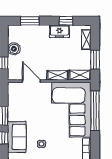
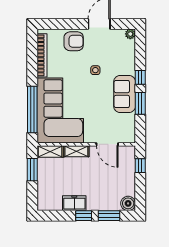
window: (66, 21) -> (84, 216), moved
shelving: (86, 40) -> (42, 193), removed
boiler: (14, 49) -> (128, 203), moved
sofa: (17, 137) -> (125, 94), moved

